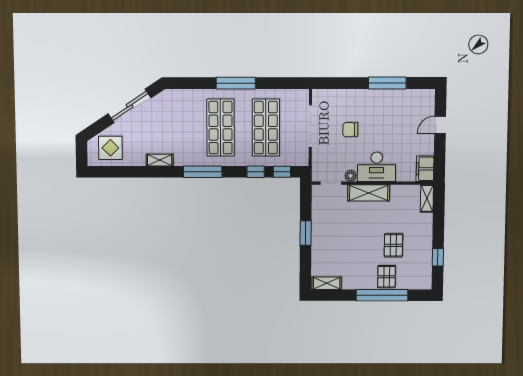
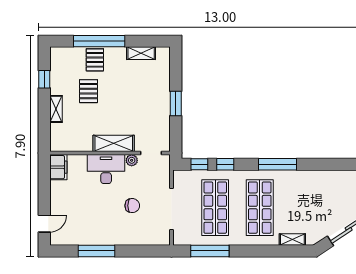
window: (236, 83) -> (210, 251), moved
door: (440, 125) -> (44, 224), moved
shelving: (160, 160) -> (292, 239), moved
shelving: (427, 198) -> (56, 109), moved
shelving: (327, 283) -> (141, 53), moved

